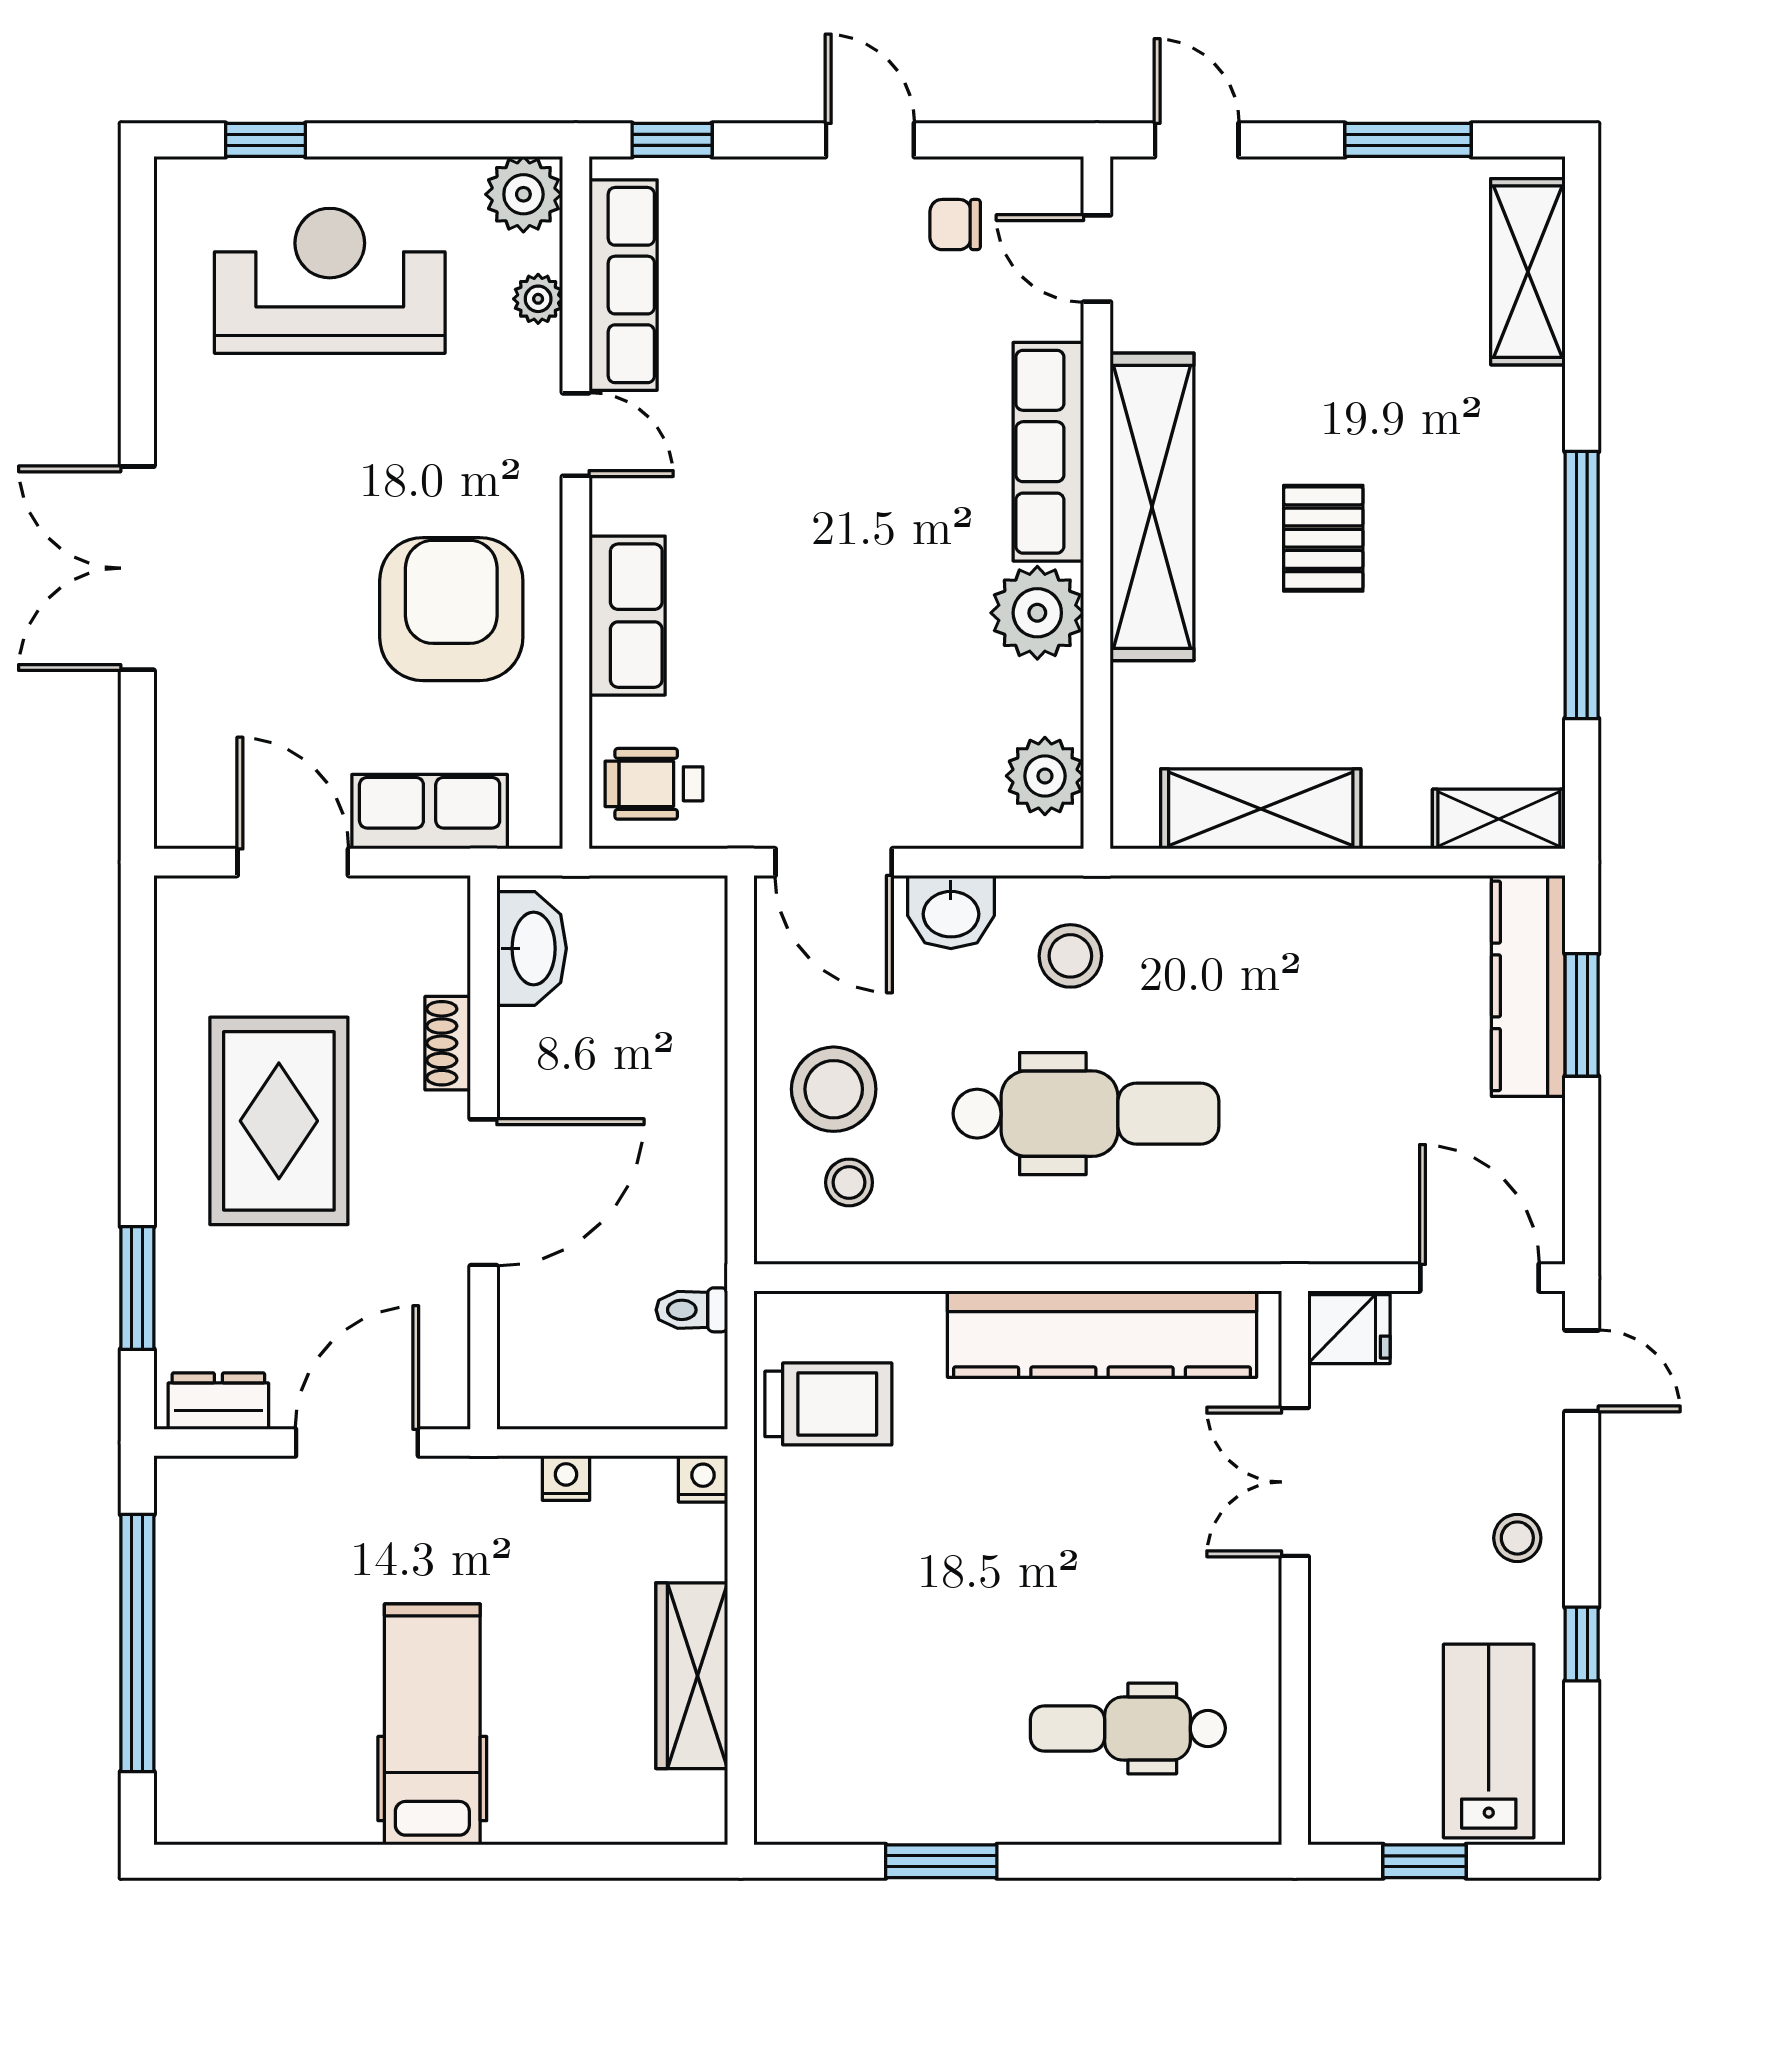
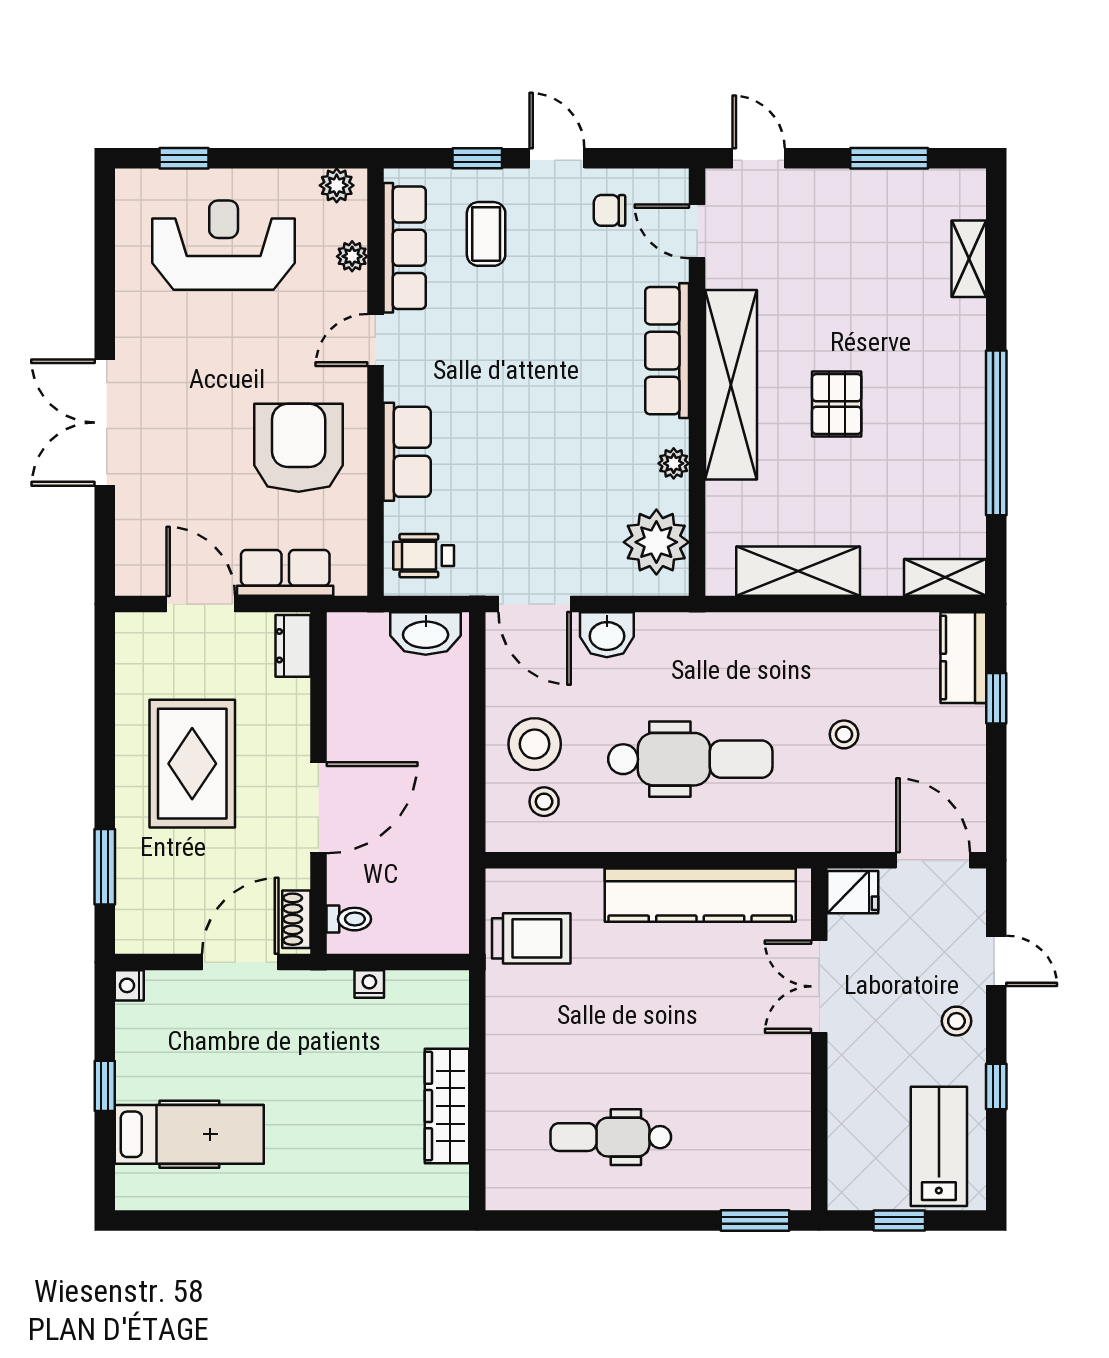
window: (672, 140) -> (477, 158), moved
plant: (523, 194) -> (337, 185), width x0.73, depth x0.73
coffee table: (755, 263) -> (486, 234), added
shelving: (1528, 272) -> (969, 259), width x0.67, depth x0.75
door: (576, 435) -> (375, 340), swing flipped
plant: (1037, 613) -> (674, 463), width x0.53, depth x0.53
plant: (1045, 776) -> (656, 542), width x1.36, depth x1.36
washbasin: (532, 948) -> (426, 633), moved, turned 90
stool: (1070, 956) -> (844, 734), moved, width x0.73, depth x0.73
kitchen counter: (1528, 986) -> (963, 658), width x0.67
window: (1582, 1015) -> (996, 698), width x0.67
shoe rack: (448, 1043) -> (296, 919), moved
toilet: (692, 1310) -> (349, 919), moved, turned 180
door: (1582, 1371) -> (996, 961), moved
dresser: (218, 1401) -> (293, 646), moved, turned -90
nightstand: (703, 1479) -> (129, 985), moved, turned -90
window: (137, 1643) -> (105, 1086), width x0.32
hospital bed: (432, 1724) -> (189, 1134), moved, turned 90
dental chair: (1128, 1728) -> (611, 1137), moved
window: (941, 1861) -> (755, 1221), moved

